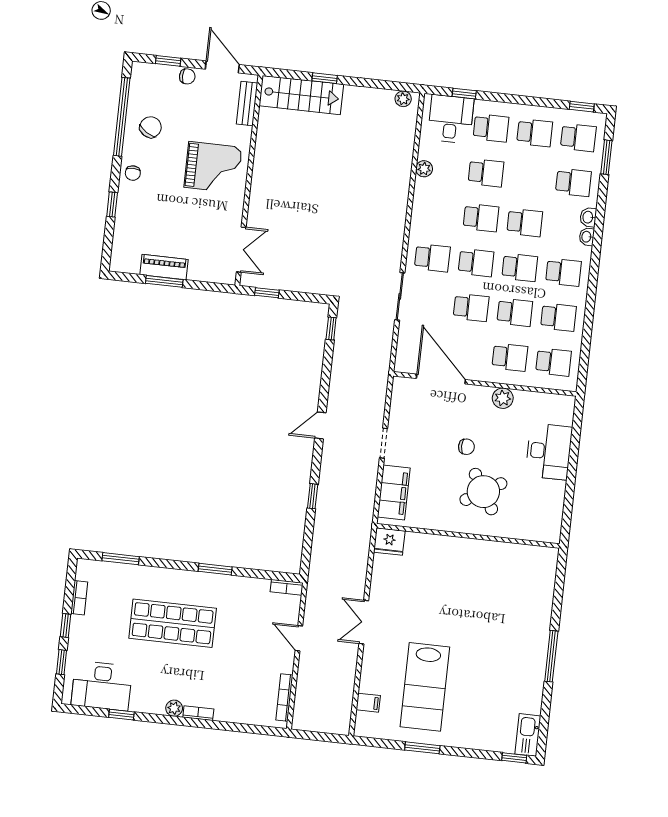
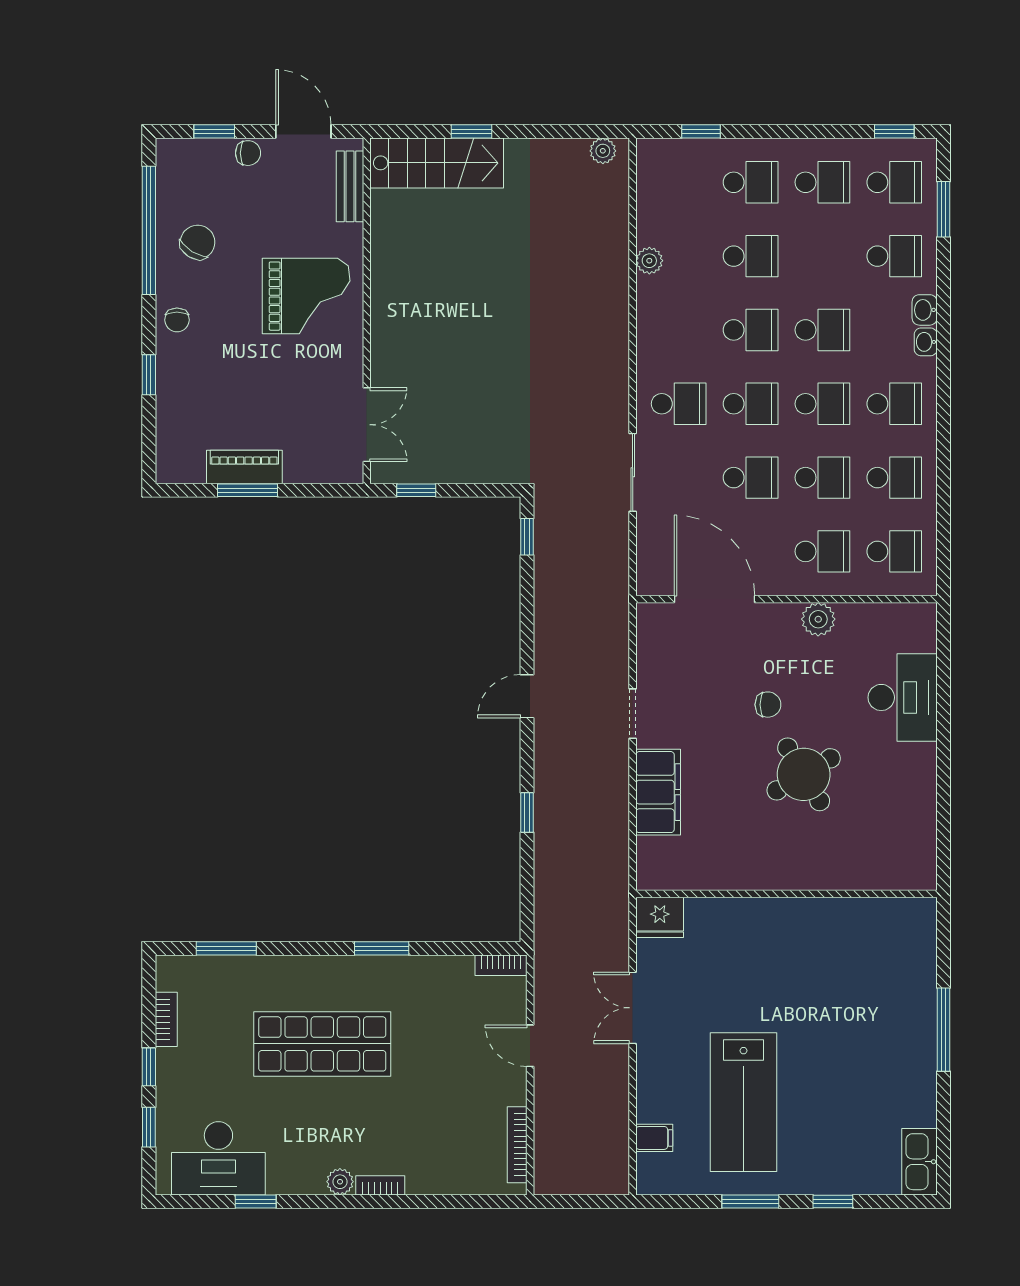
desk: (451, 119) -> (684, 175), removed
wall: (468, 536) -> (786, 894), moved
fridge: (389, 542) -> (660, 917), moved
window: (514, 758) -> (833, 1202), moved

